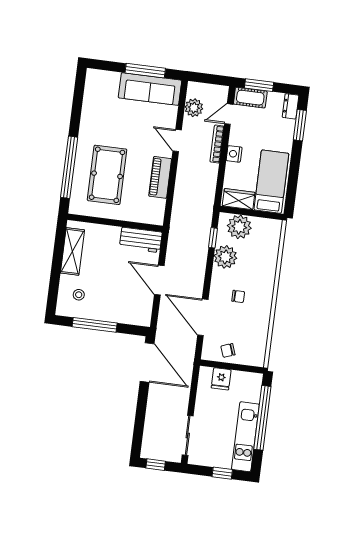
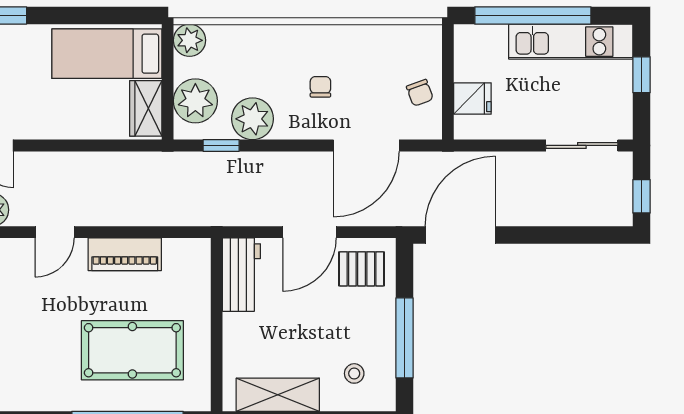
bookcase: (217, 144) -> (52, 160), removed
nightstand: (234, 154) -> (66, 127), removed
plant: (273, 228) -> (190, 40), added
pallet: (136, 306) -> (362, 269), added

